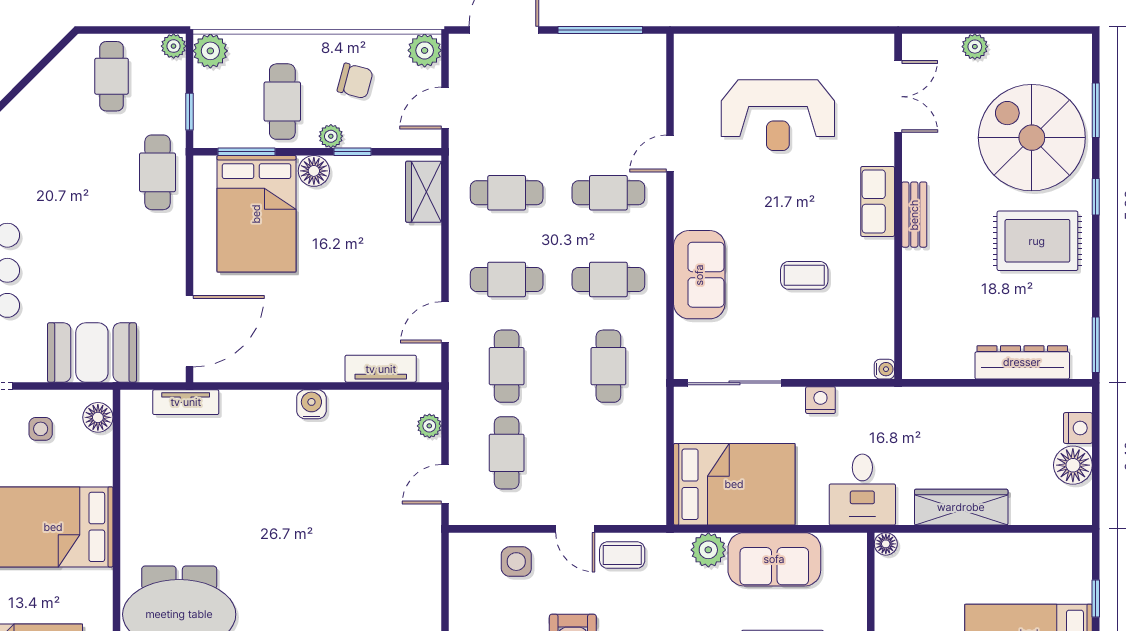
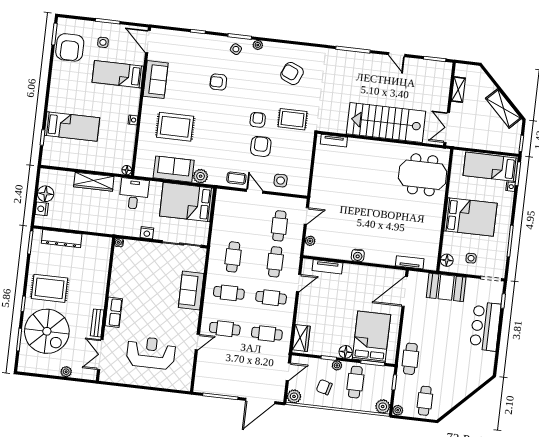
bench: (914, 215) -> (97, 323), moved
coffee table: (804, 275) -> (148, 285), removed

